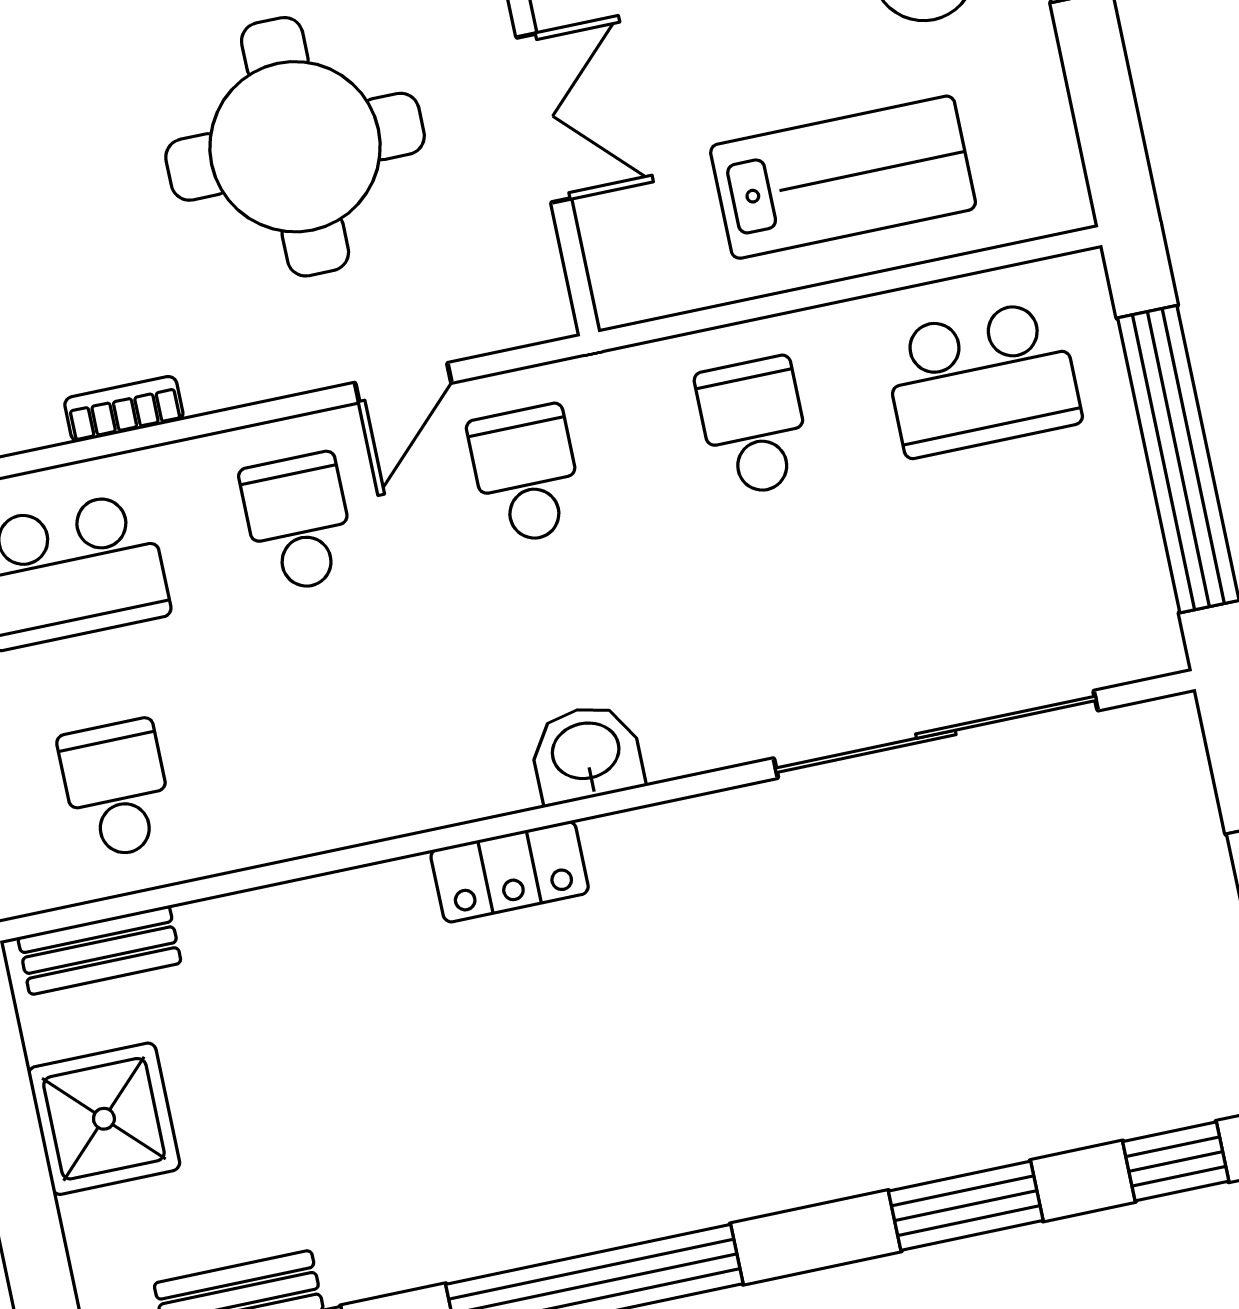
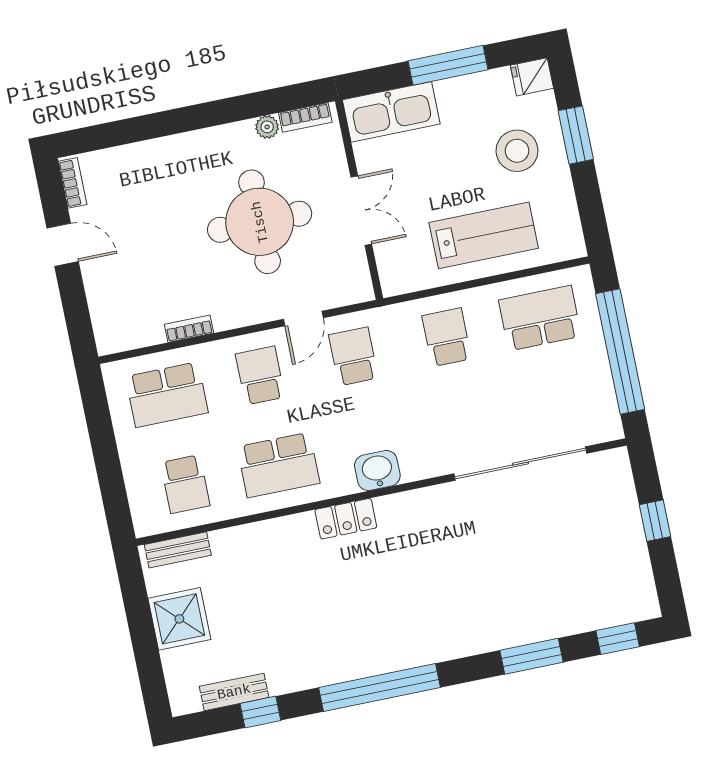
school desk: (982, 379) -> (540, 318), turned 180
school desk: (344, 741) -> (278, 465), added
school desk: (117, 789) -> (185, 484), turned 180

